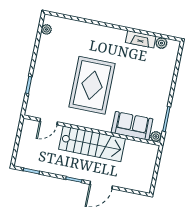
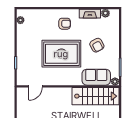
armchair: (104, 46) -> (65, 24), added
armchair: (141, 83) -> (97, 45), added
rug: (92, 85) -> (61, 54), turned 90
stairs: (92, 144) -> (95, 96), moved

